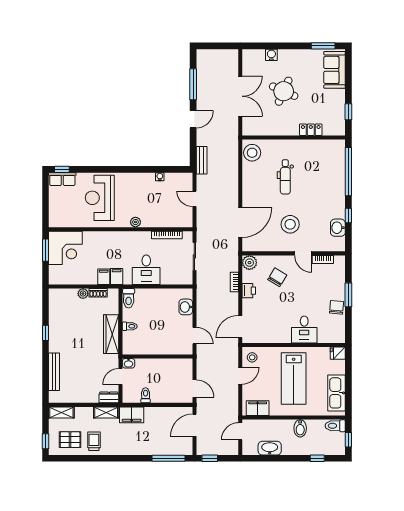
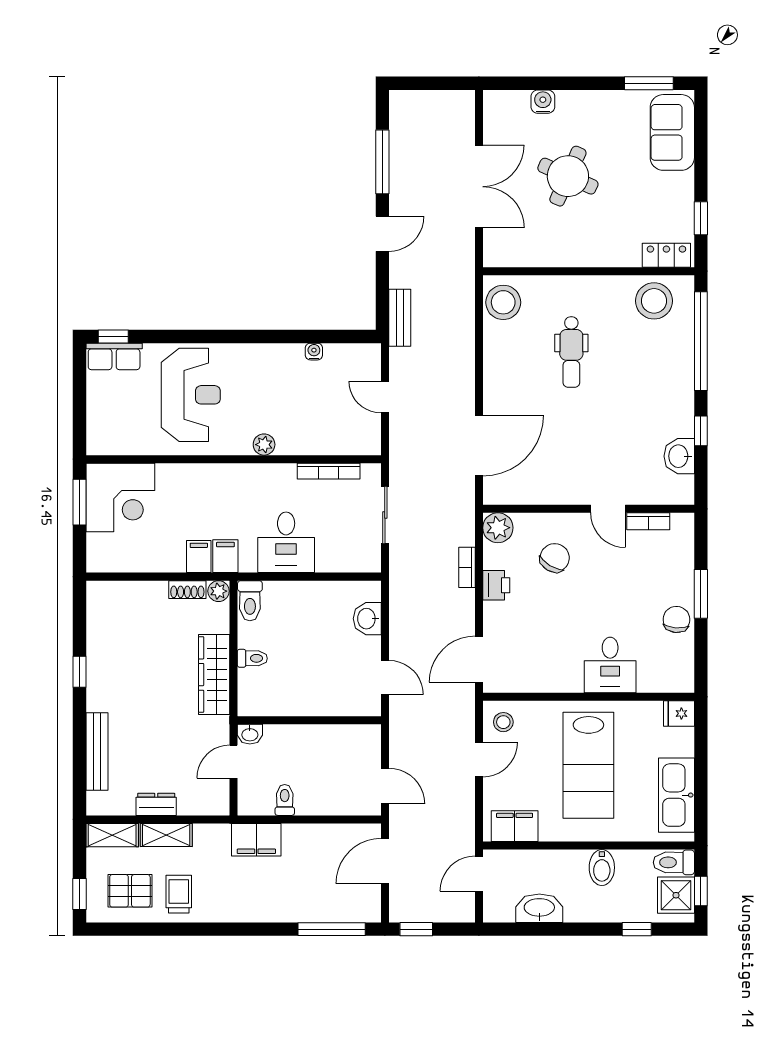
locker: (311, 130) -> (666, 255), moved
reception desk: (100, 198) -> (191, 395), turned 180
stool: (290, 224) -> (654, 301), moved
plant: (83, 294) -> (219, 591), moved
dresser: (109, 397) -> (156, 804), moved
shelving: (106, 412) -> (166, 835), moved
shower: (336, 442) -> (676, 895), added

